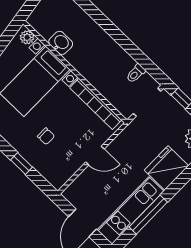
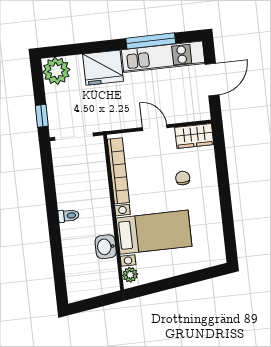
toilet: (136, 73) -> (69, 216), moved
window: (22, 163) -> (222, 172), removed
wardrobe: (62, 173) -> (194, 136), added

